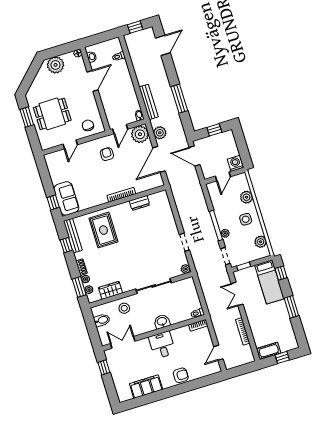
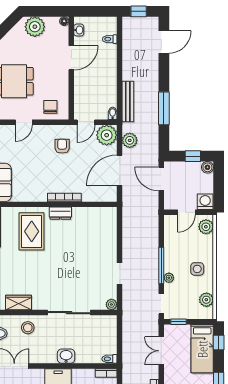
boiler: (229, 135) -> (207, 167), added
plant: (247, 197) -> (206, 227), moved
dresser: (140, 203) -> (60, 213), moved

